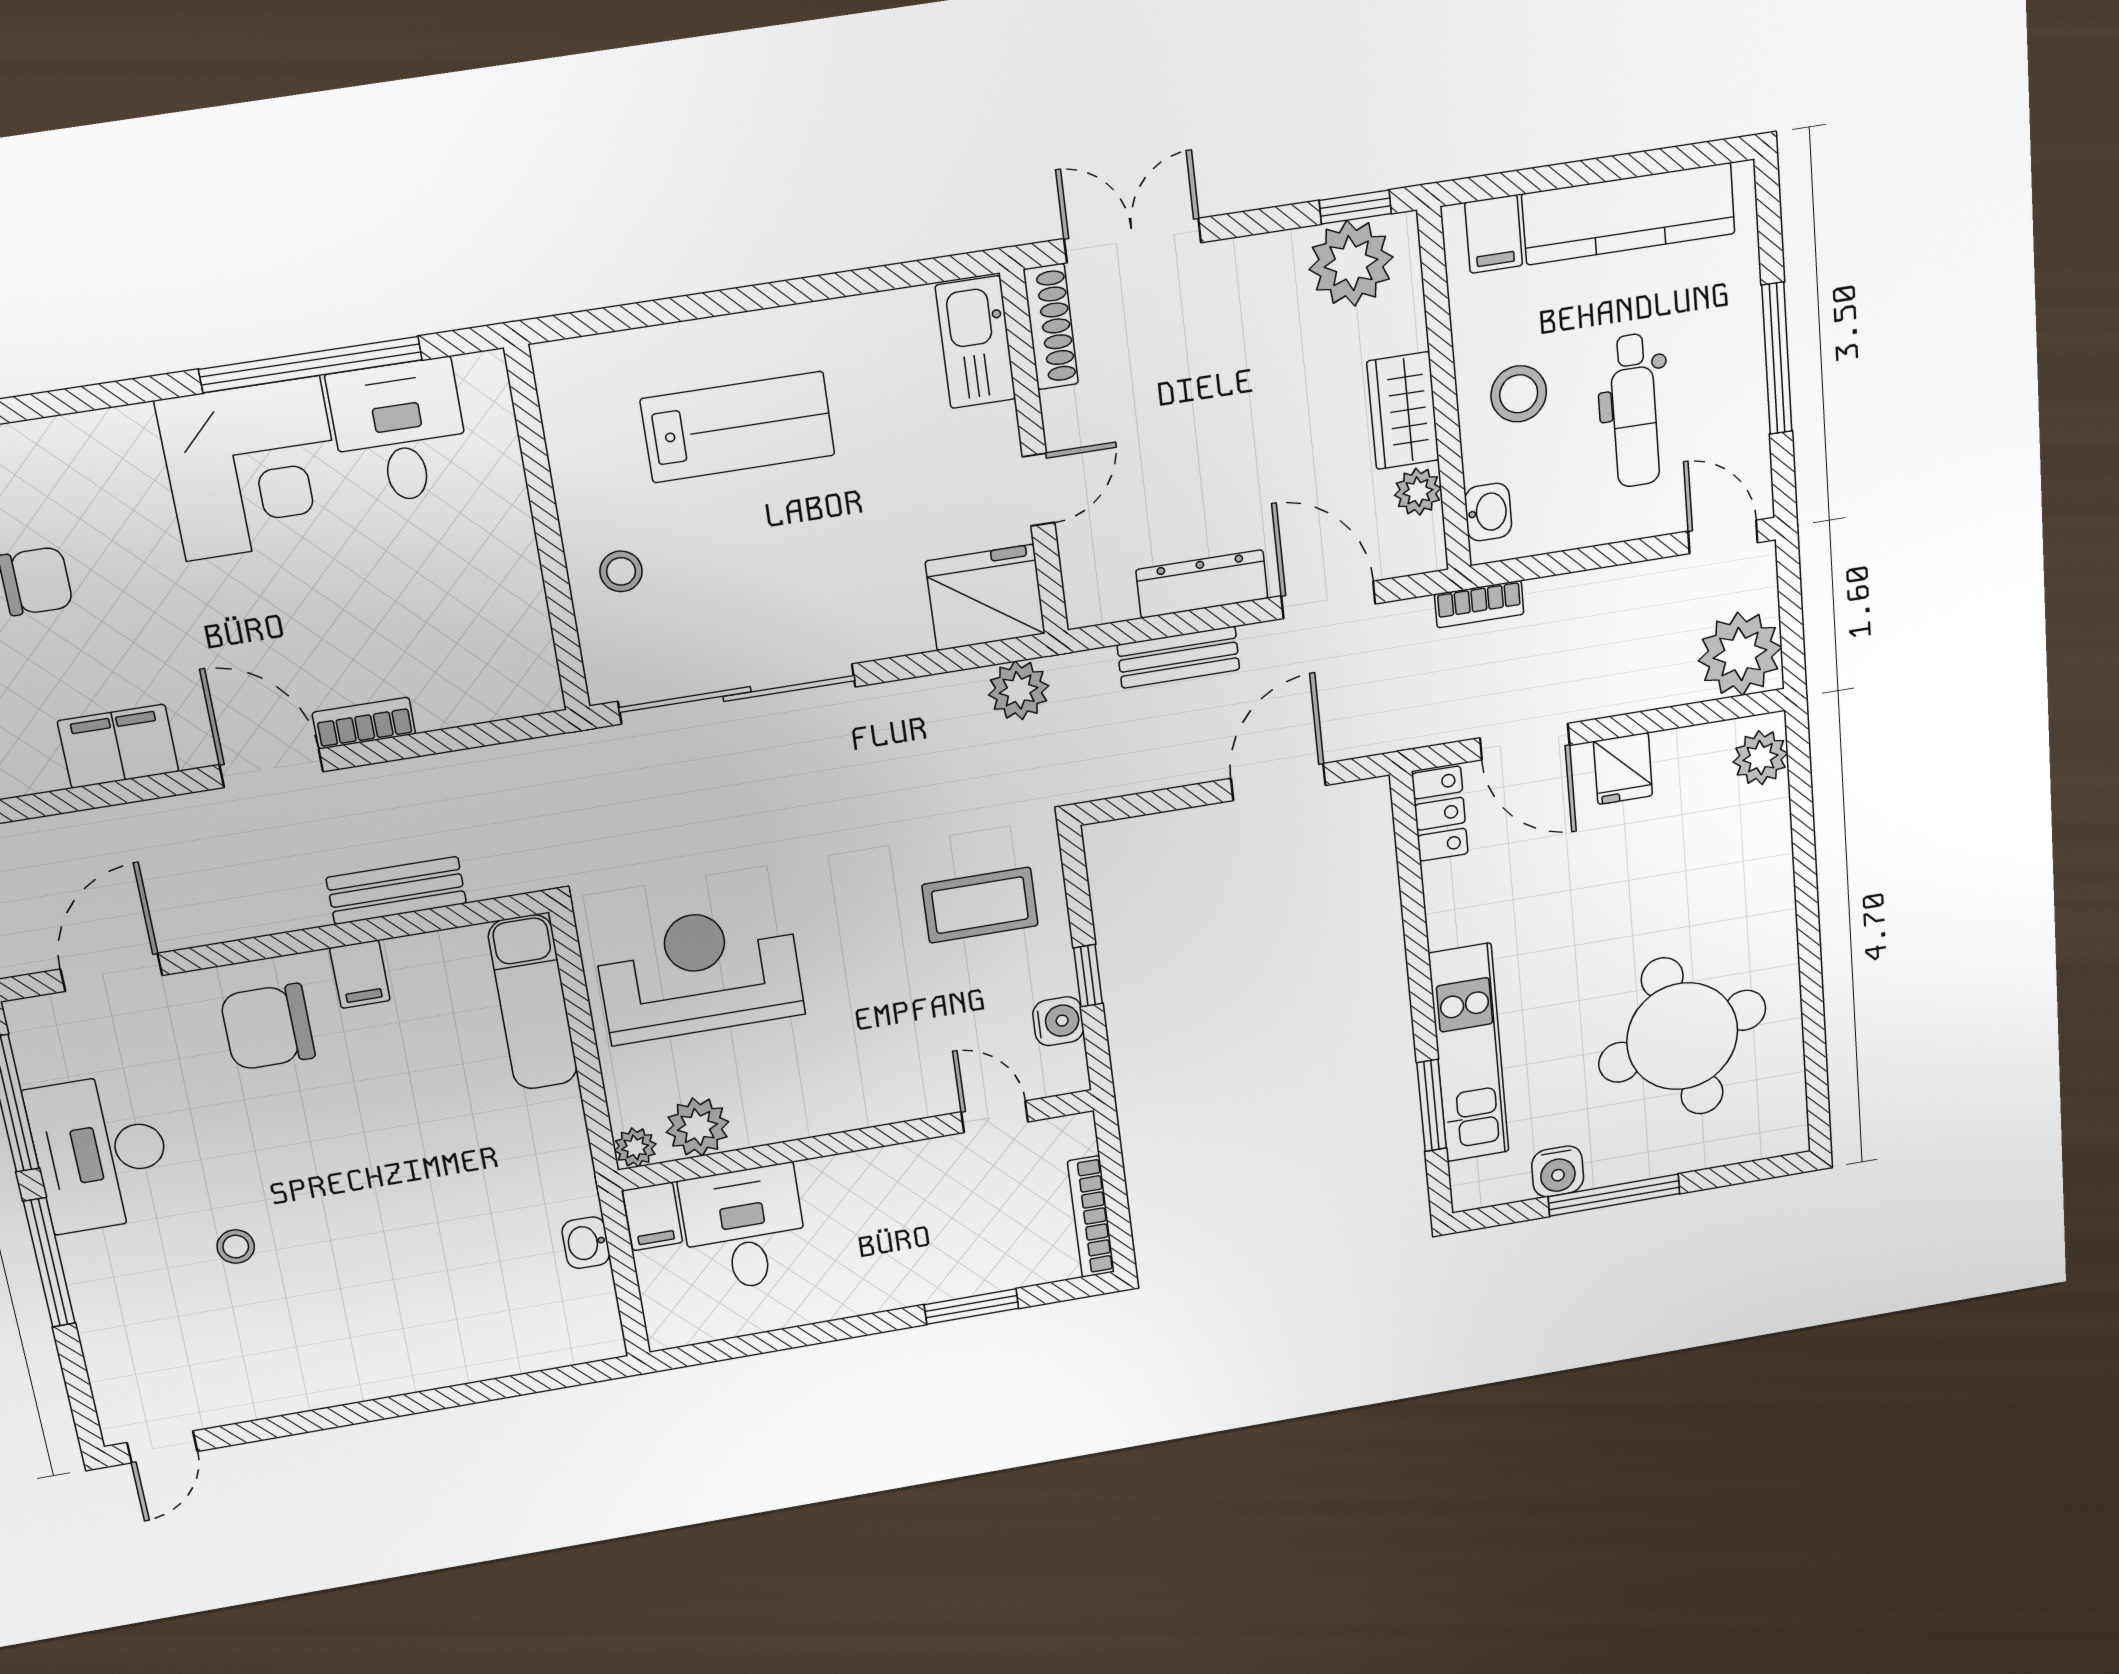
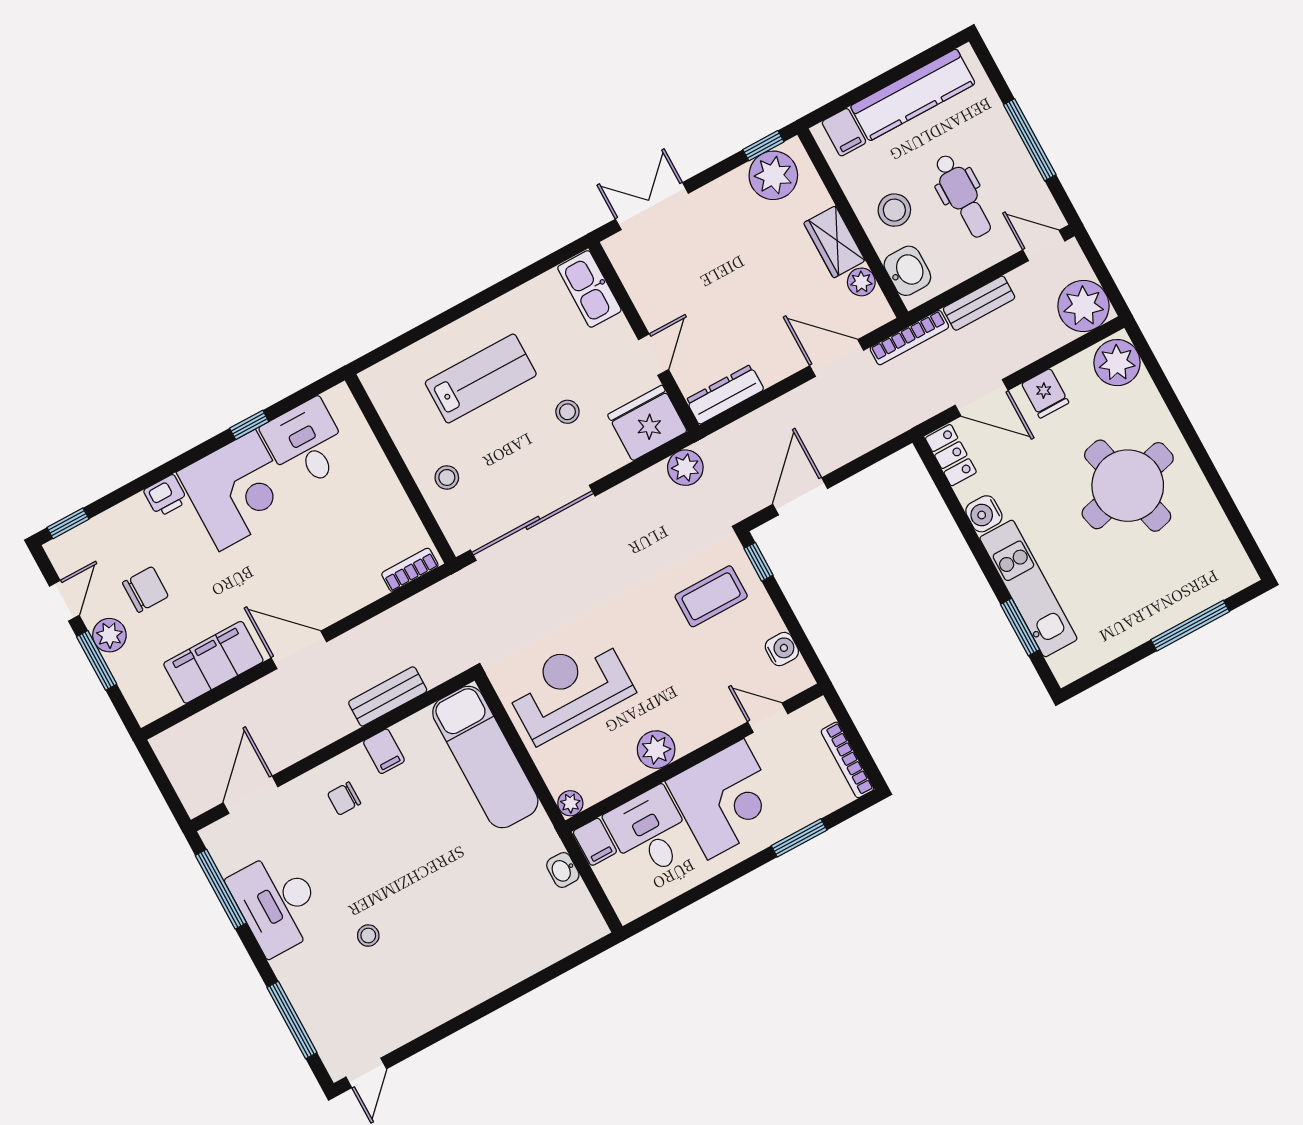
shoe rack: (1051, 327) -> (626, 266), removed
window: (311, 365) -> (249, 425), width x0.32
printer: (122, 435) -> (166, 496), added
washbasin: (1488, 512) -> (907, 271), width x1.38, depth x1.45
stool: (862, 533) -> (567, 412), added
dresser: (1202, 584) -> (725, 395), moved
bookcase: (1479, 604) -> (909, 338), width x1.56
bench: (1178, 657) -> (979, 303), moved
bookcase: (364, 723) -> (410, 570), moved
filing cabinet: (118, 746) -> (213, 662), width x1.50, depth x1.17
plant: (1760, 758) -> (1117, 363), width x1.36, depth x1.36
door: (1278, 782) -> (800, 496), moved
window: (1088, 976) -> (759, 562), moved
exam couch: (533, 1002) -> (485, 757), width x1.36, depth x1.45
chair: (268, 1027) -> (344, 799), width x0.54, depth x0.54
round table: (1682, 1036) -> (1128, 486), moved
plant: (698, 1127) -> (656, 750), moved
water cooler: (1558, 1171) -> (984, 514), moved, turned 90
window: (1614, 1195) -> (1190, 626), moved
corner desk: (882, 1216) -> (726, 799), added
window: (49, 1262) -> (292, 1020), moved

